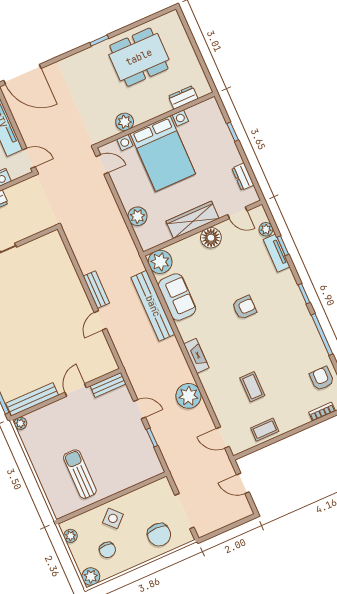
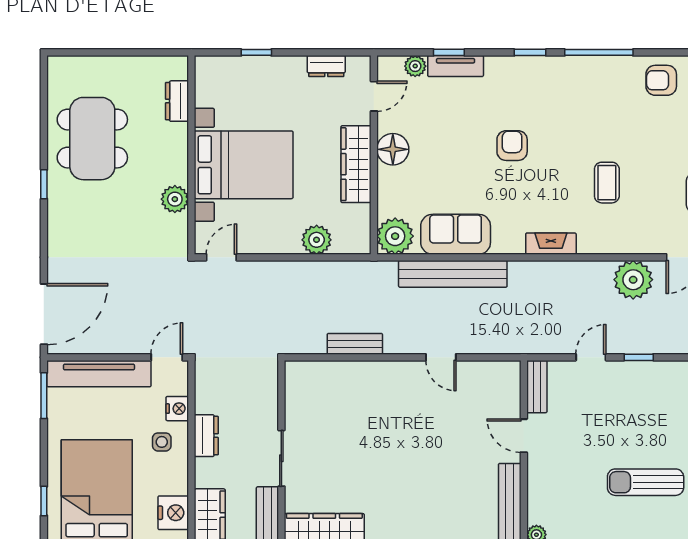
bench: (96, 290) -> (355, 344), moved
coffee table: (252, 387) -> (607, 183), moved, turned 90
plant: (188, 396) -> (633, 280), moved

